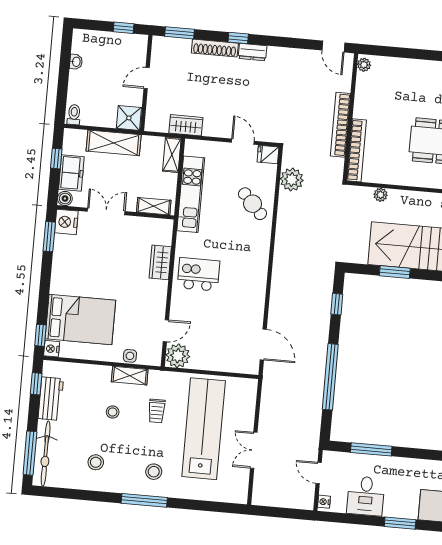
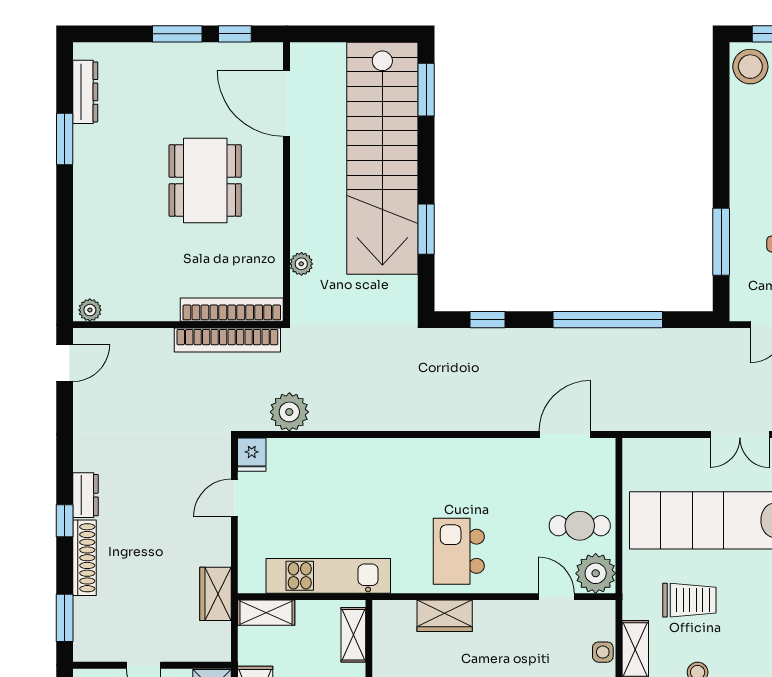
bookcase: (340, 125) -> (227, 340), moved
cafe table: (253, 204) -> (580, 526), moved, turned 43
trolley: (157, 411) -> (689, 600), width x1.36, depth x1.39

